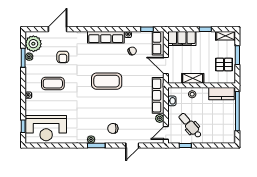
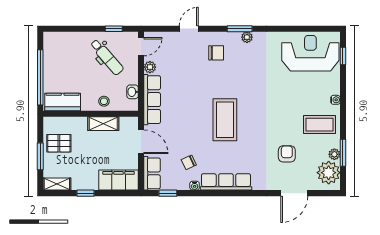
coffee table: (107, 81) -> (225, 120), turned 90
coffee table: (53, 83) -> (319, 125), moved

